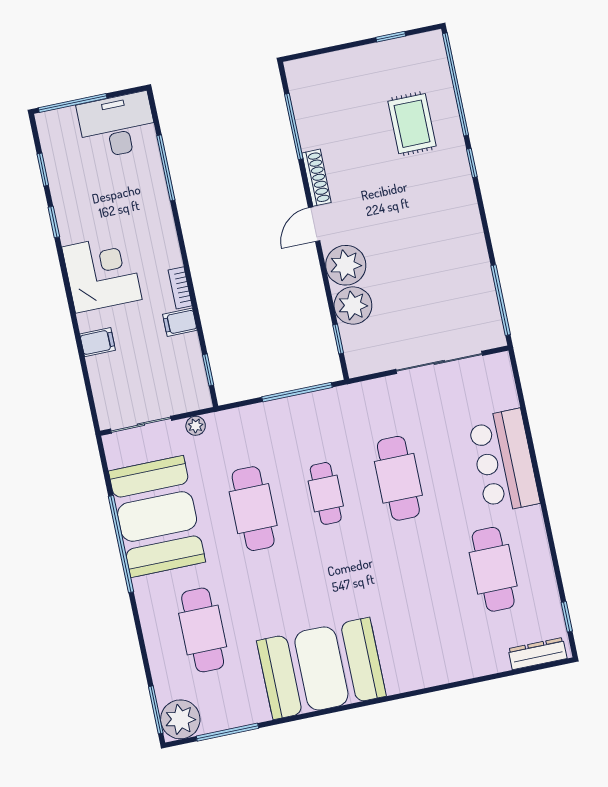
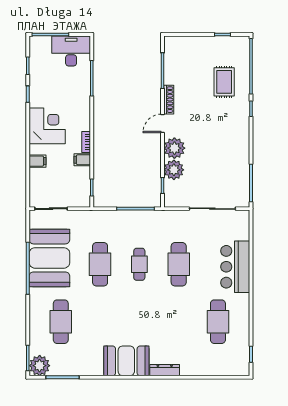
plant: (196, 426) -> (79, 215), removed
dresser: (538, 654) -> (165, 370), moved
booth: (321, 668) -> (126, 361), width x0.73, depth x0.70

